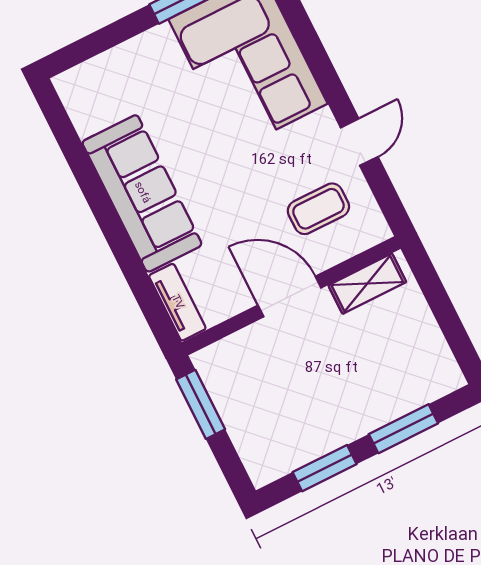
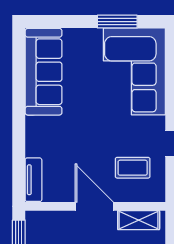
sofa: (142, 193) -> (44, 72), moved

